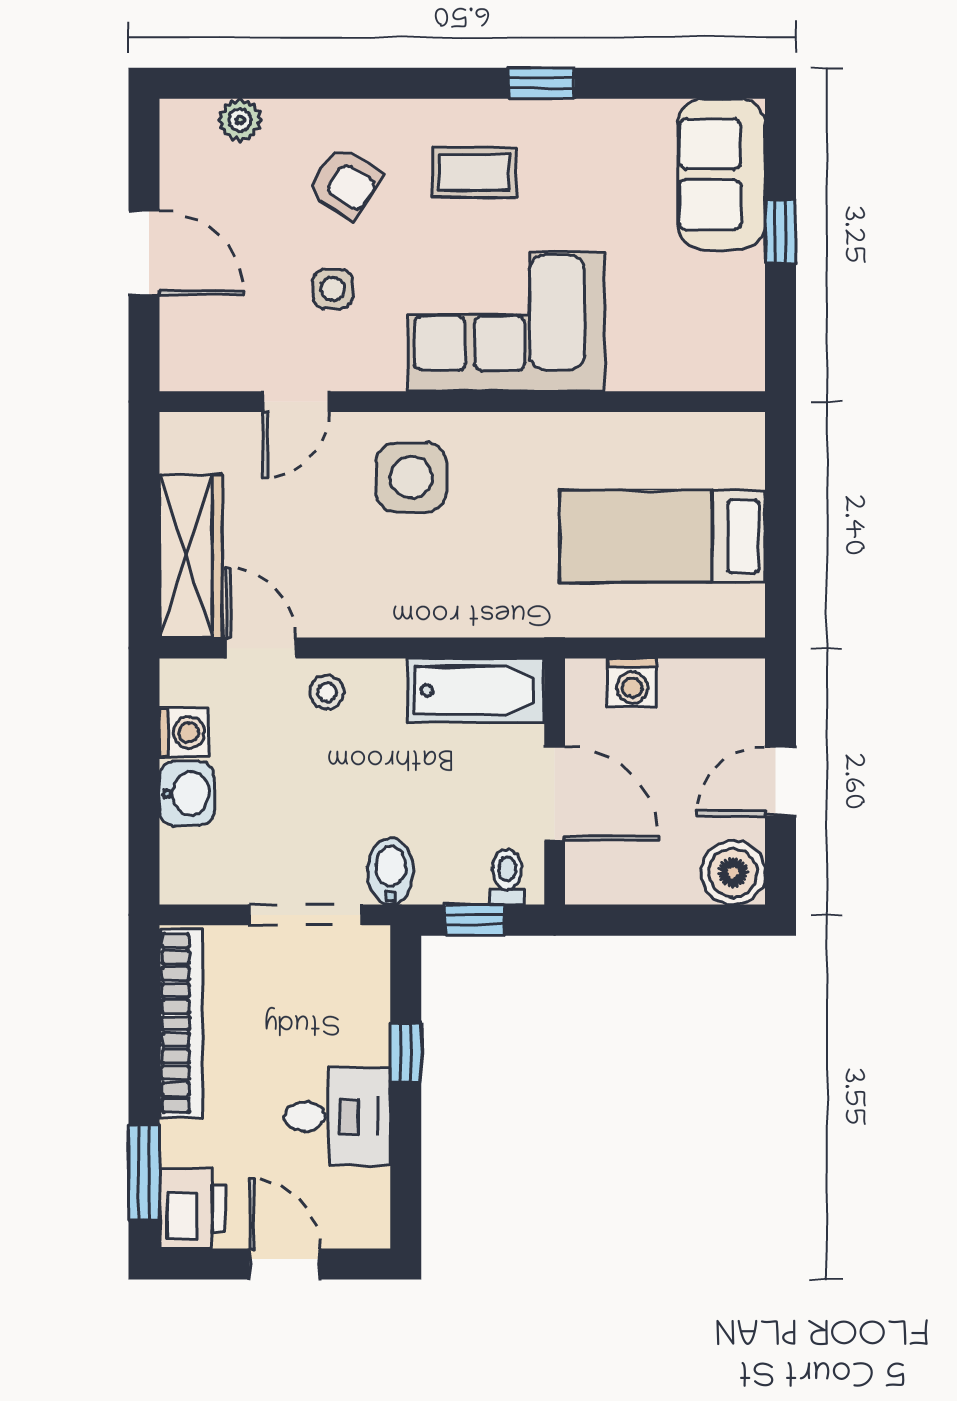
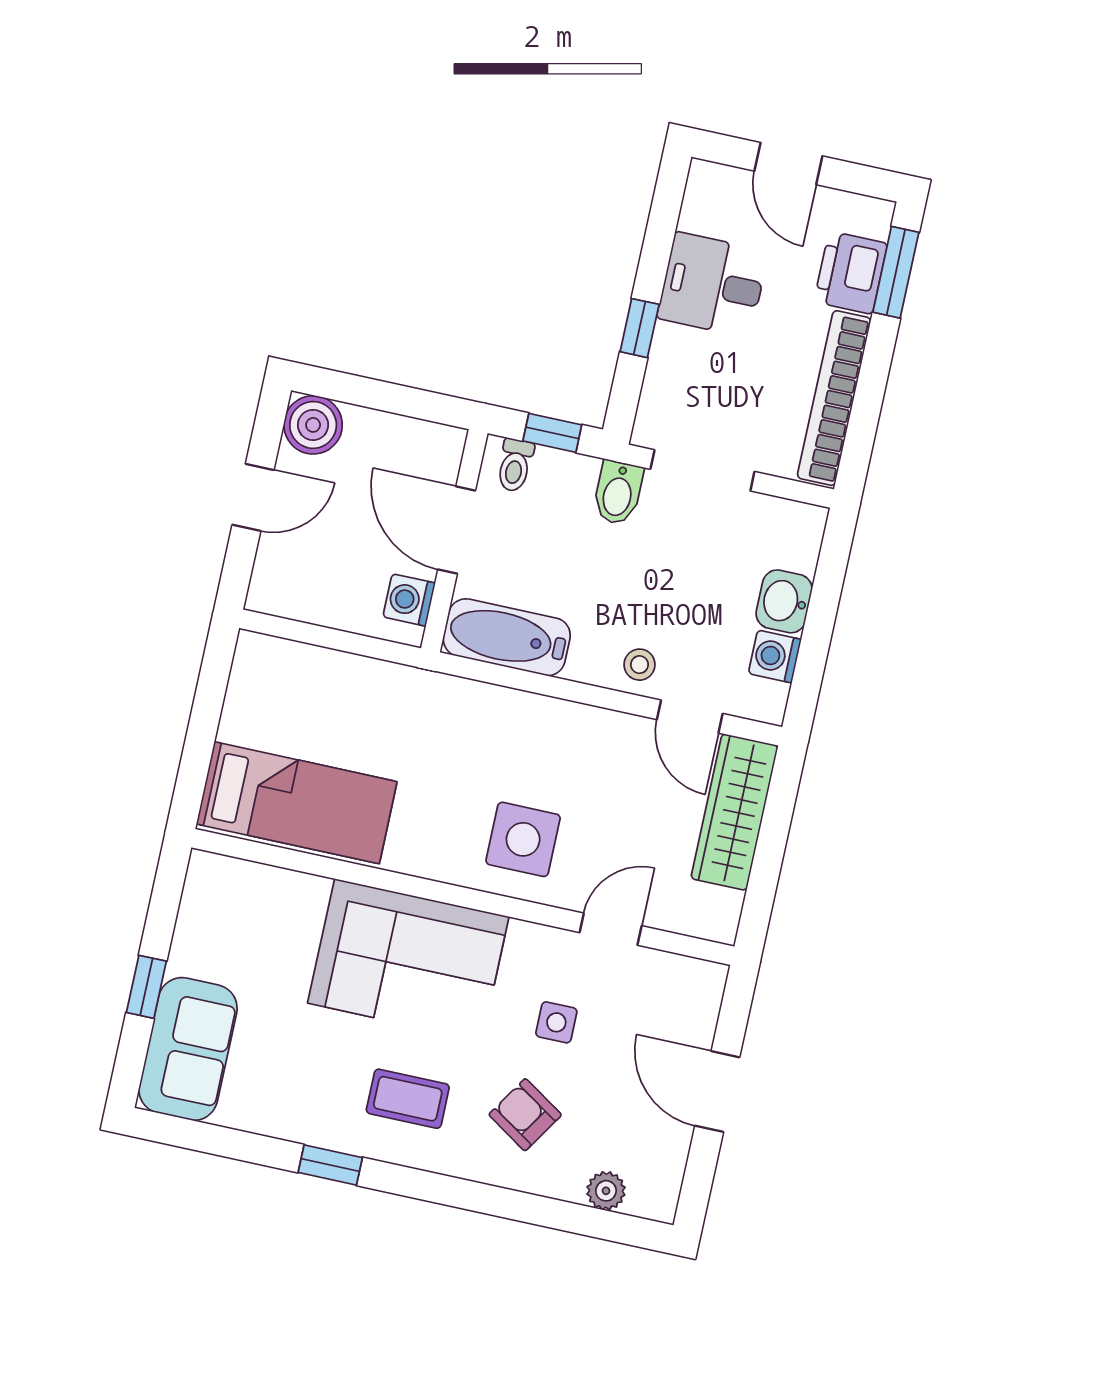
bed: (662, 536) -> (297, 803), moved
washing machine: (632, 683) -> (409, 600), moved, turned -90
printer: (192, 1209) -> (851, 273), moved

